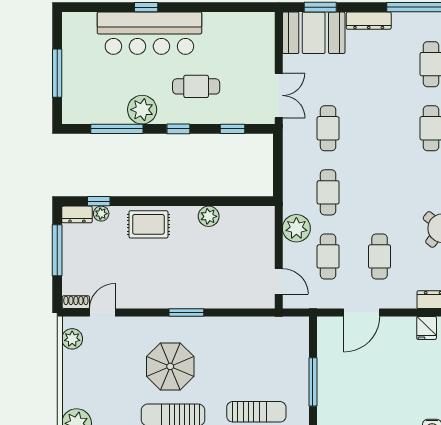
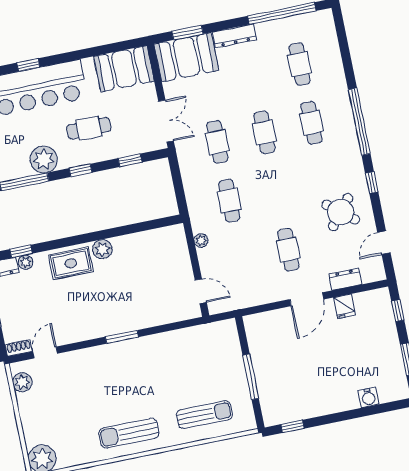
booth: (246, 32) -> (124, 69), added
plant: (209, 216) -> (102, 249), moved
plant: (296, 228) -> (201, 240), width x0.53, depth x0.53
cafe table: (328, 256) -> (264, 132), moved
door: (362, 313) -> (307, 299), moved
parasol: (170, 366) -> (117, 389), removed

